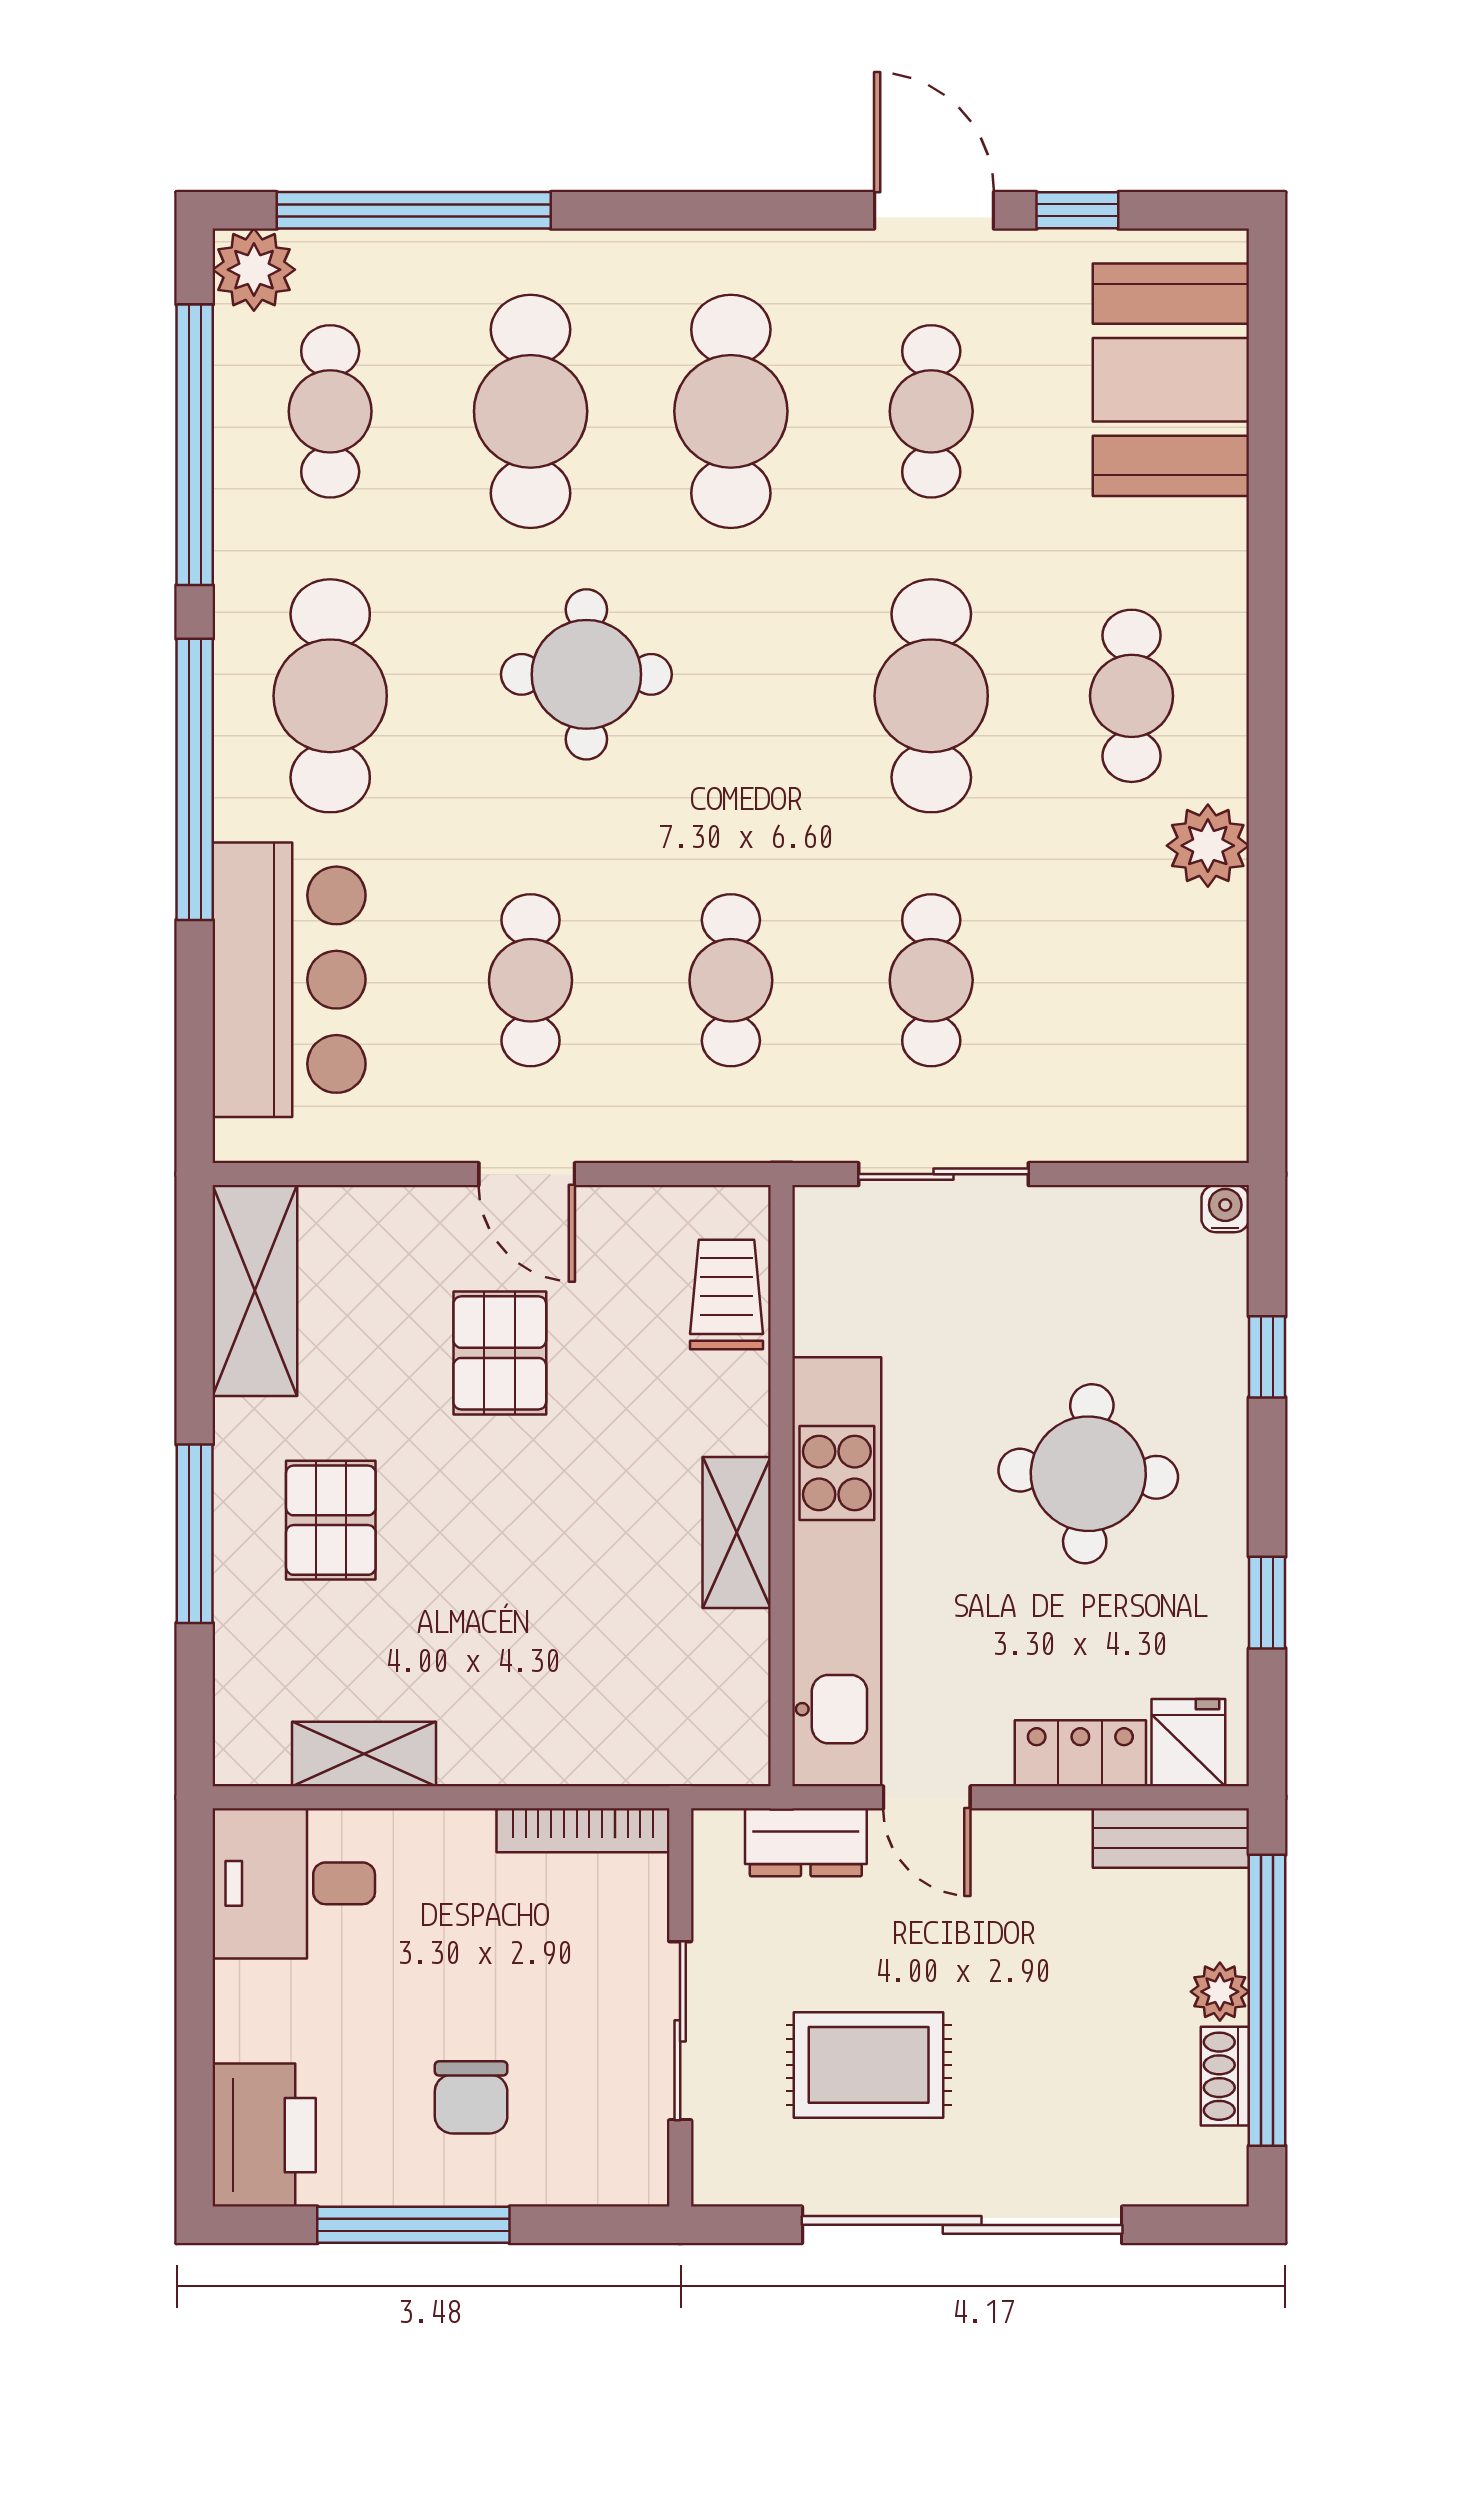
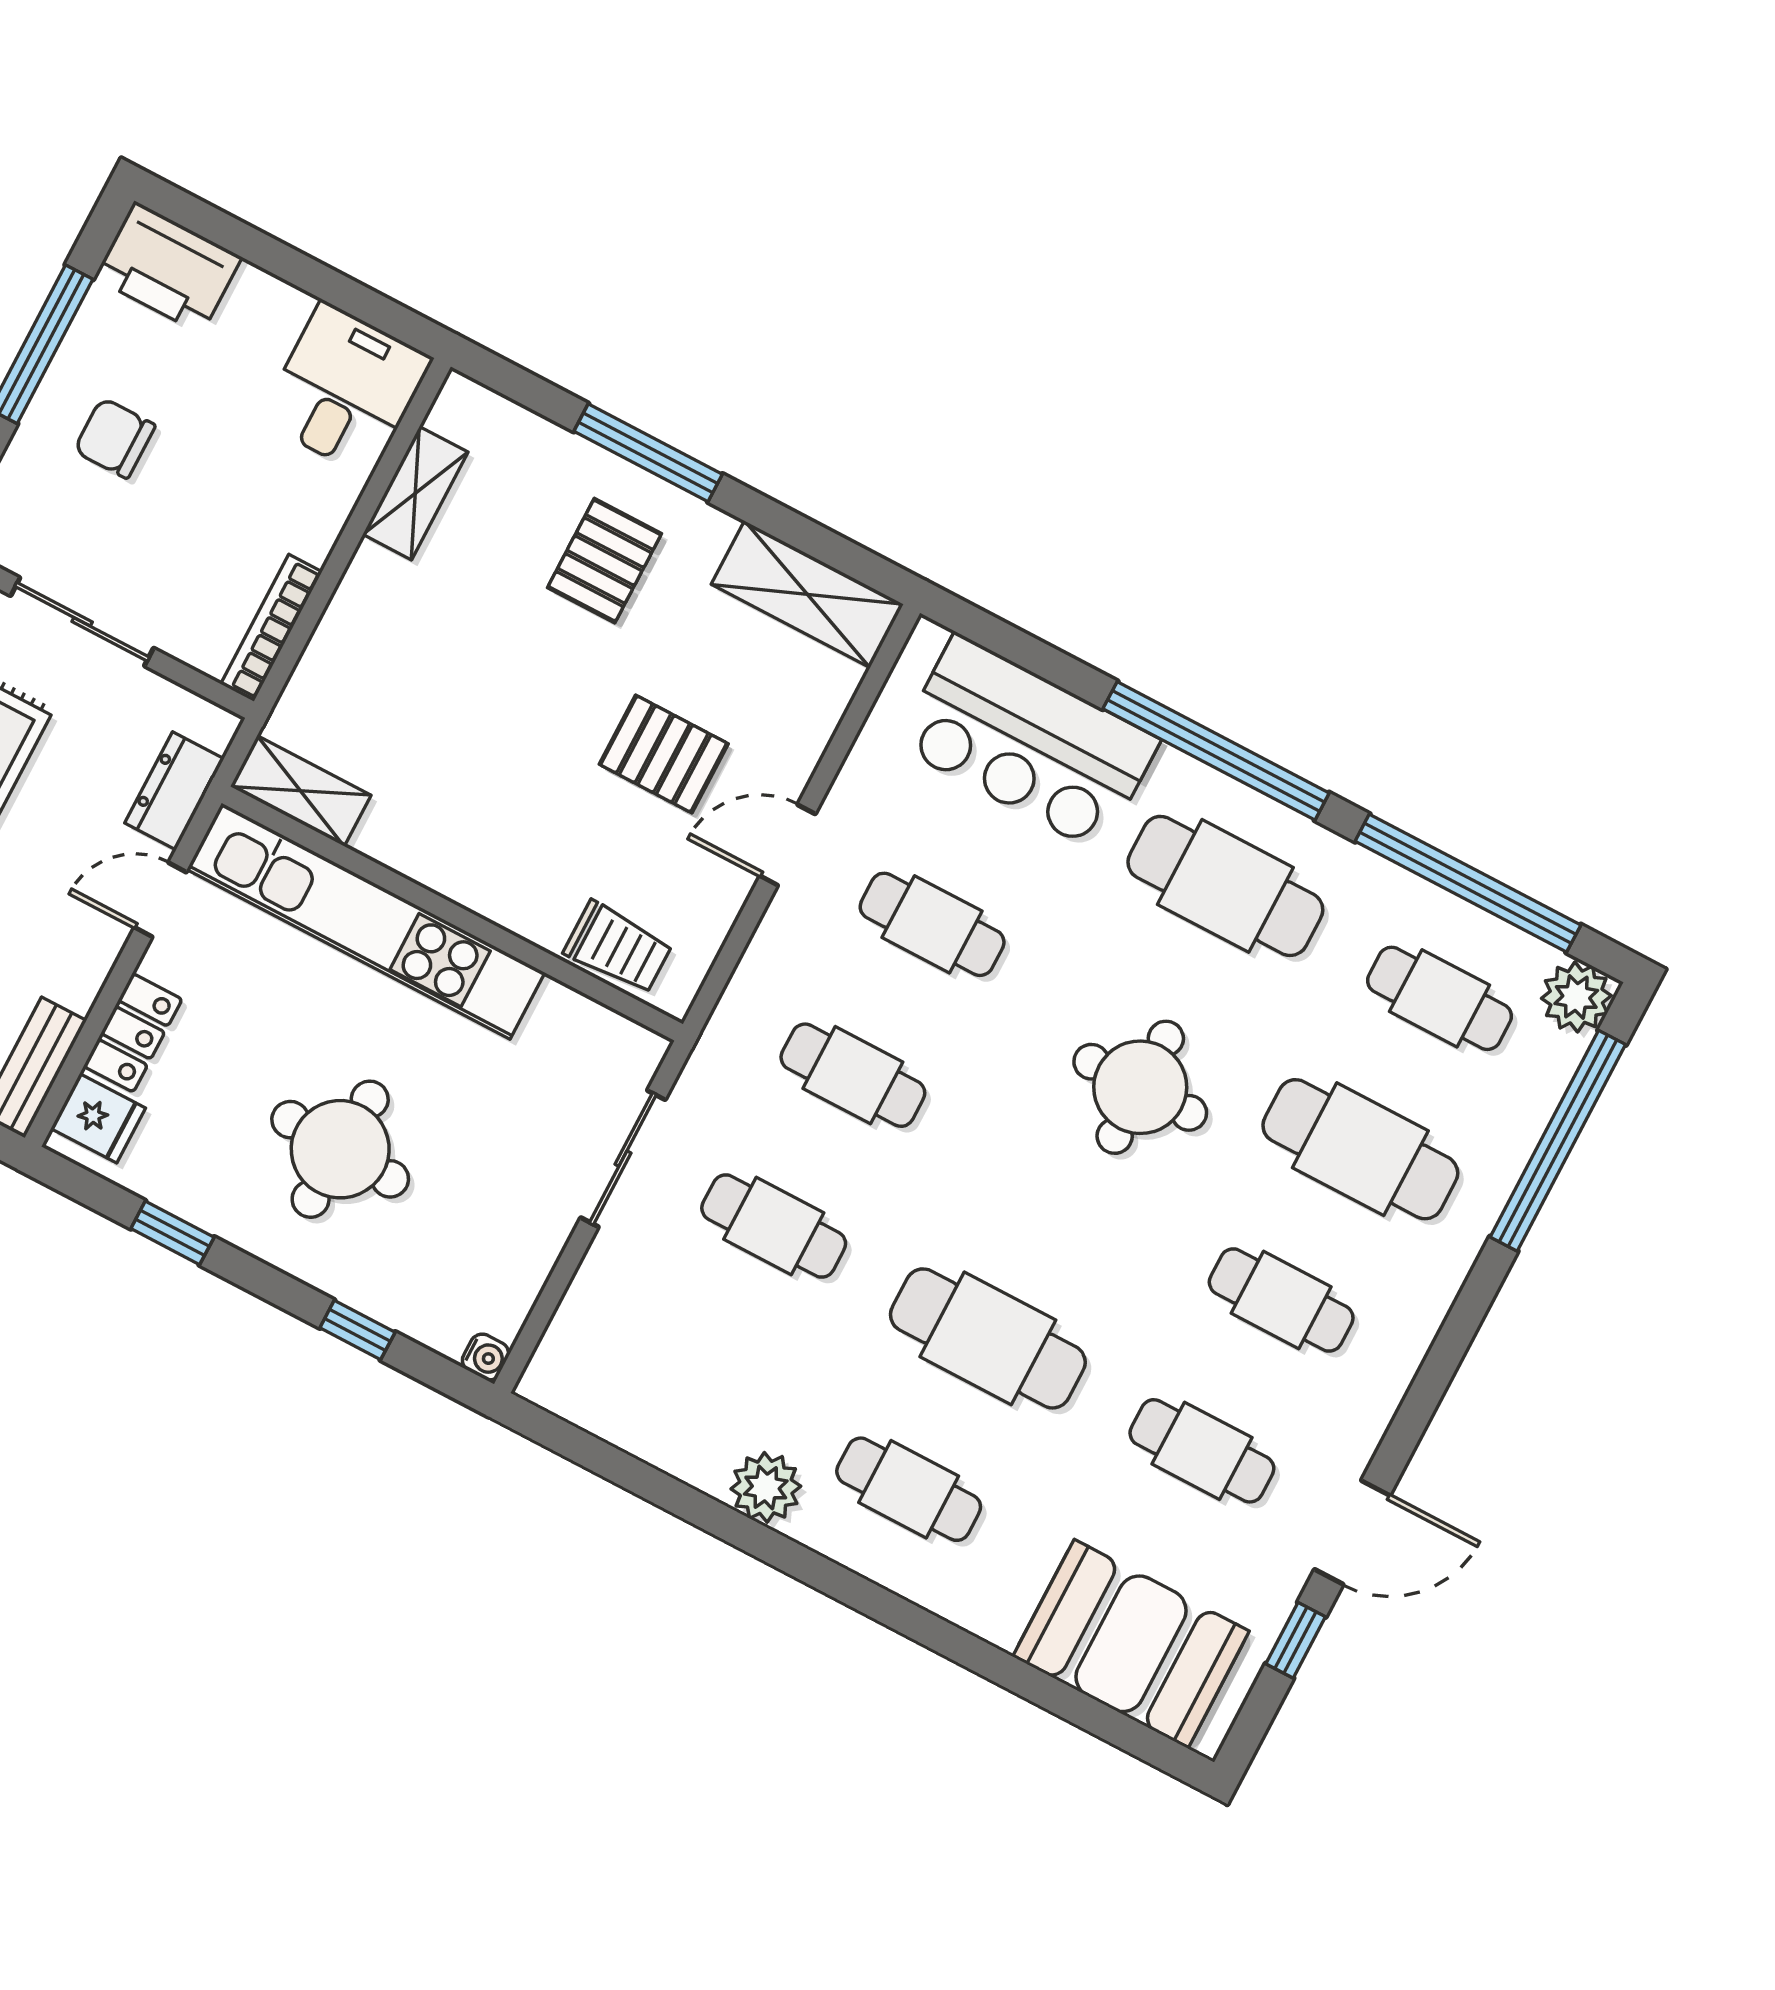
cafe table: (731, 411) -> (1281, 1300), width x0.73, depth x0.74
pallet: (331, 1520) -> (605, 561), turned 90
shelving: (737, 1533) -> (301, 791), moved

